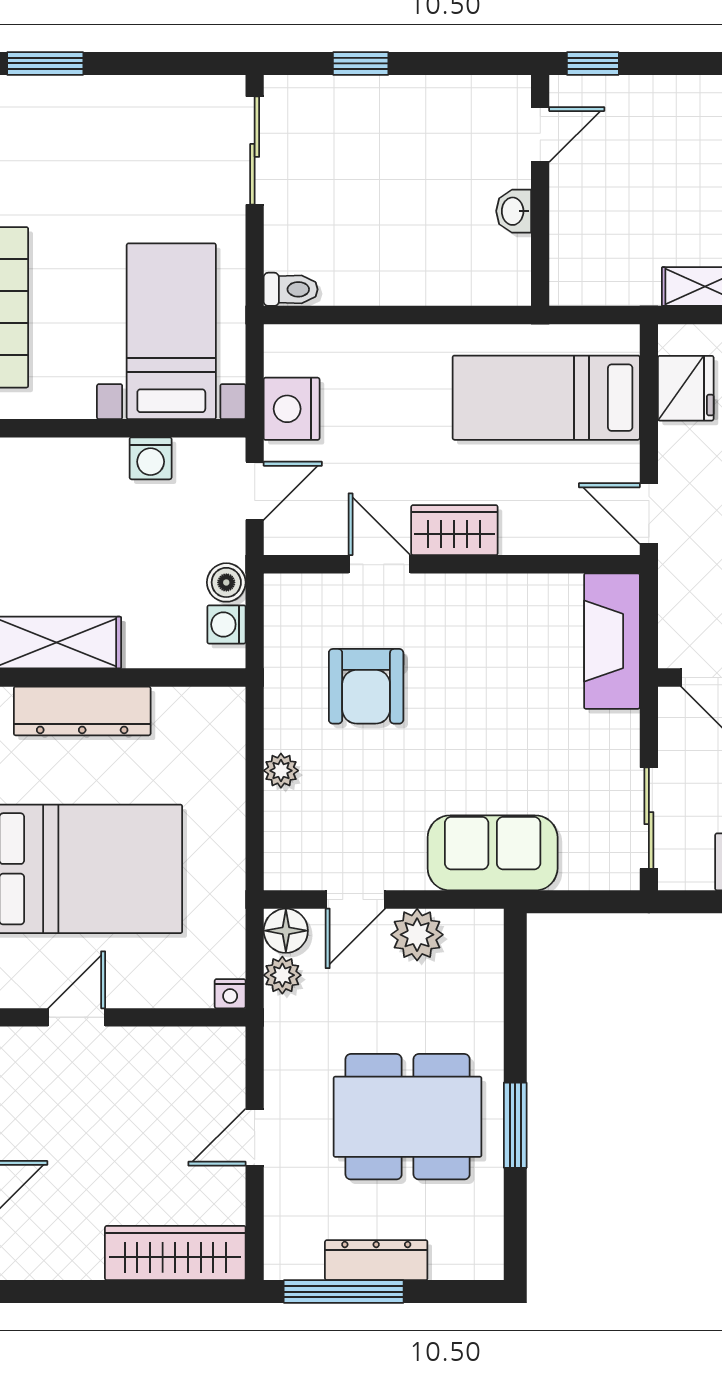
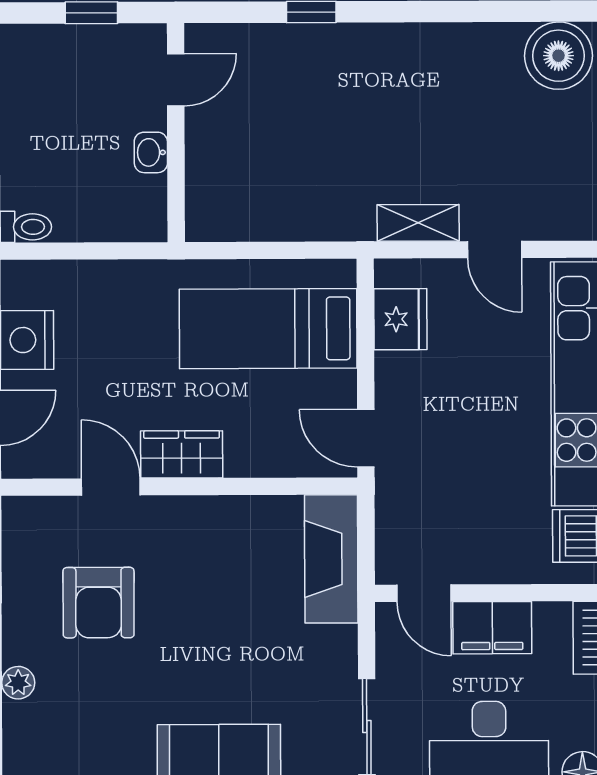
door: (540, 135) -> (176, 80), moved
wall: (540, 190) -> (176, 133), moved
washbasin: (514, 211) -> (151, 152), moved

